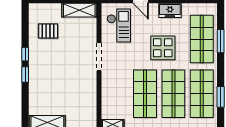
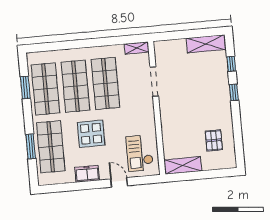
pallet: (48, 31) -> (214, 140), turned 90
window: (25, 54) -> (231, 64), moved
doorway: (99, 57) -> (154, 81), moved

